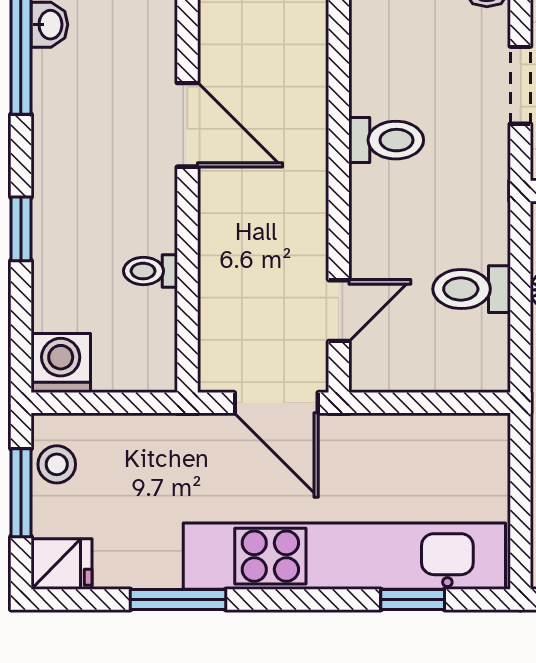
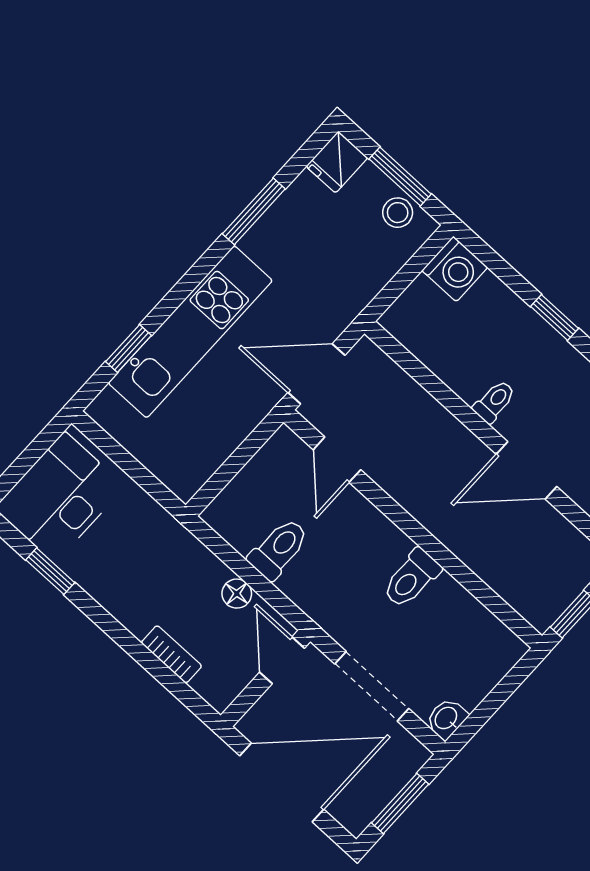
doorway: (520, 85) -> (372, 686), width x1.38
toilet: (151, 271) -> (494, 401), moved
kitchen unit: (344, 556) -> (190, 332), width x0.73

